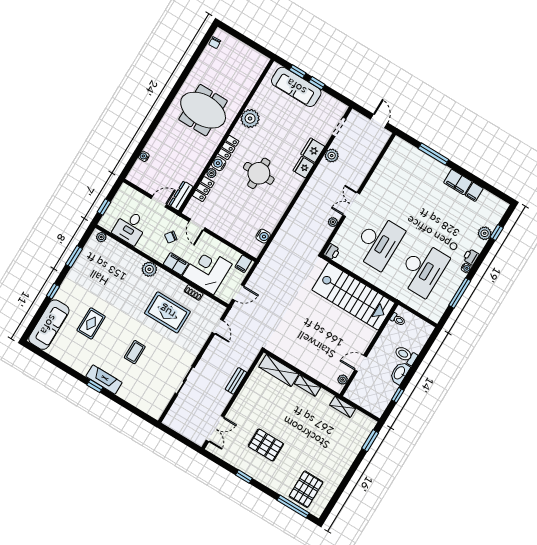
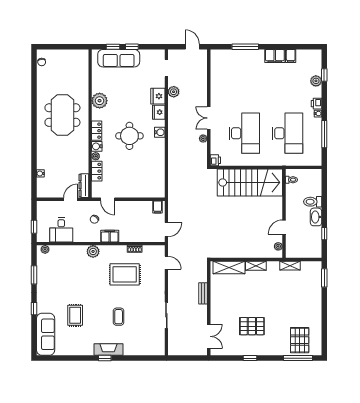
meeting table: (203, 110) -> (62, 115), turned 90
water cooler: (263, 236) -> (160, 132), moved
corner desk: (207, 270) -> (135, 227), removed

